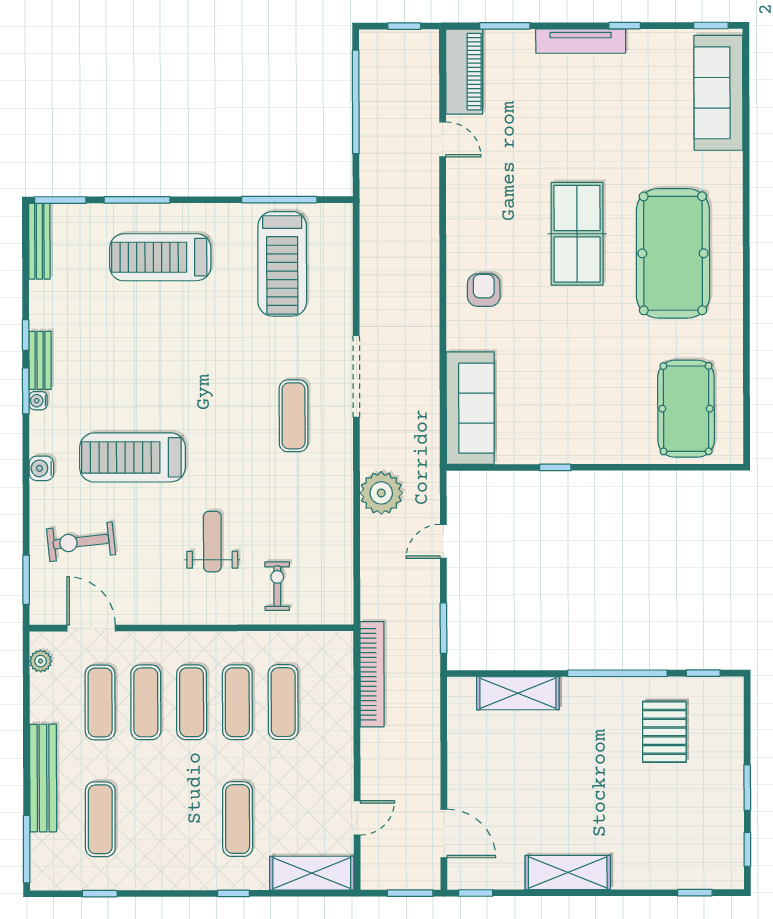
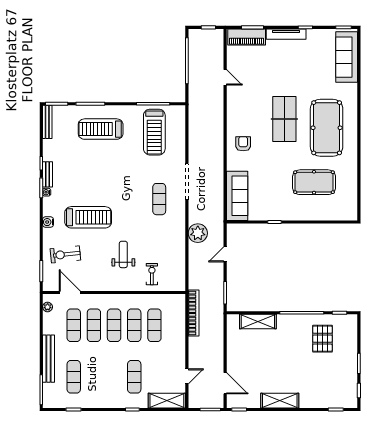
piano: (464, 72) -> (247, 37), moved, turned 90
pool table: (686, 409) -> (314, 182), moved, turned 90
treadmill: (132, 457) -> (88, 217), turned 180

